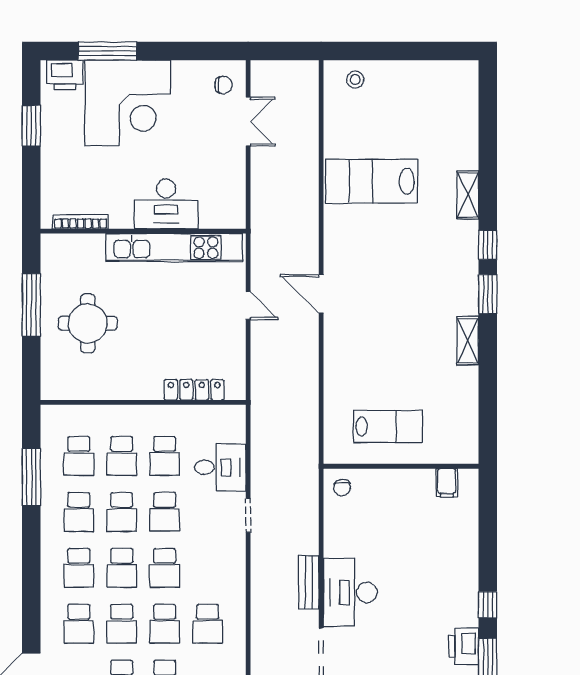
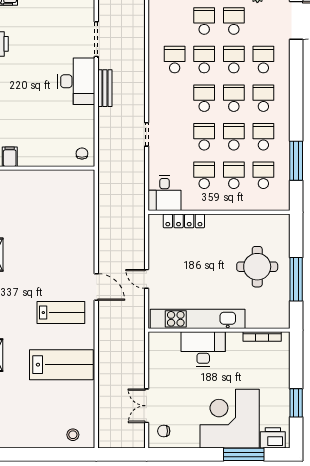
lab bench: (388, 427) -> (61, 313), moved, turned 180
desk: (220, 467) -> (165, 193), moved, turned -90

